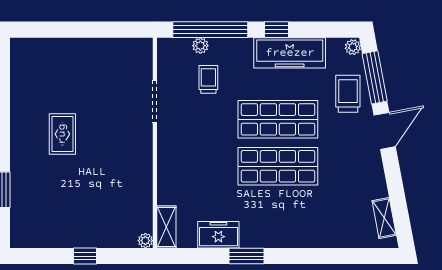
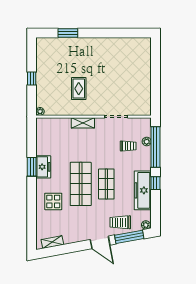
trolley: (348, 94) -> (120, 222), turned 180
shop shelf: (278, 119) -> (106, 184), width x0.70, depth x0.74
rug: (62, 134) -> (79, 89), moved, turned 90
display table: (310, 216) -> (53, 201), added
shelving: (166, 227) -> (83, 123), moved
freezer: (218, 235) -> (43, 167), moved

